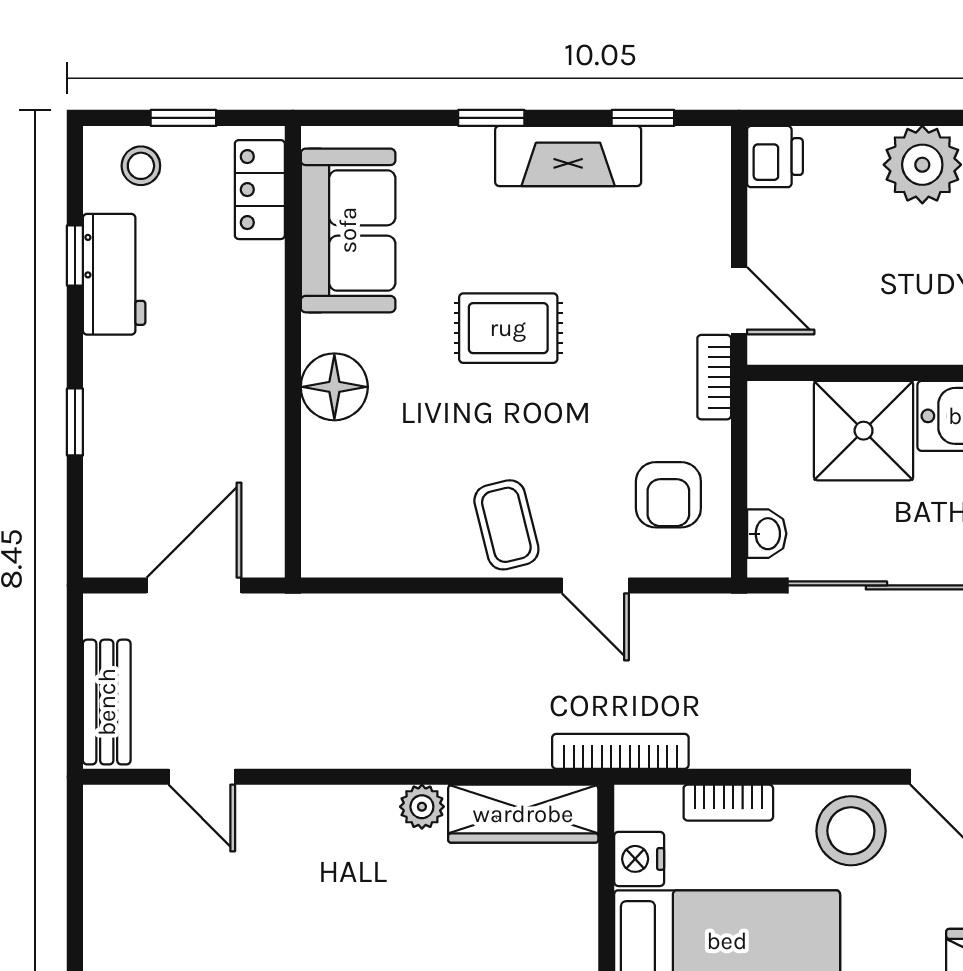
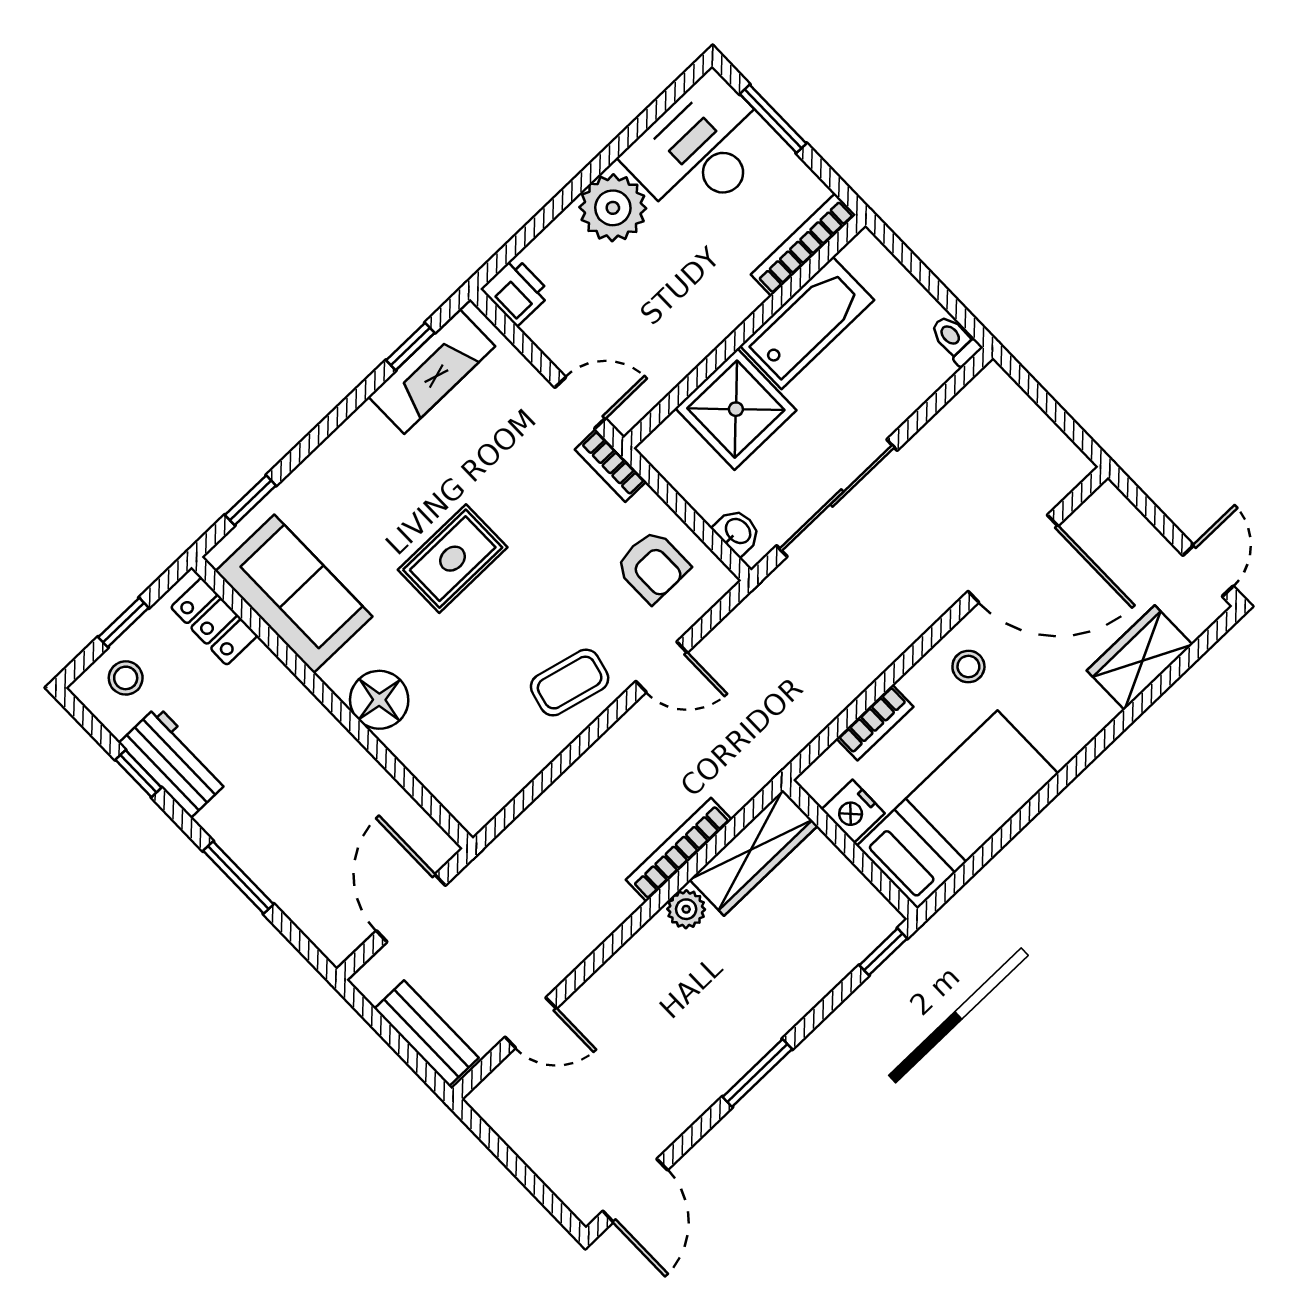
window: (491, 118) -> (250, 500), moved
fireplace: (568, 156) -> (432, 371), moved
window: (75, 422) -> (238, 877), width x1.50
coffee table: (506, 525) -> (570, 683), turned -62
bookcase: (620, 751) -> (679, 850), moved
stool: (851, 831) -> (968, 666), width x0.53, depth x0.53

